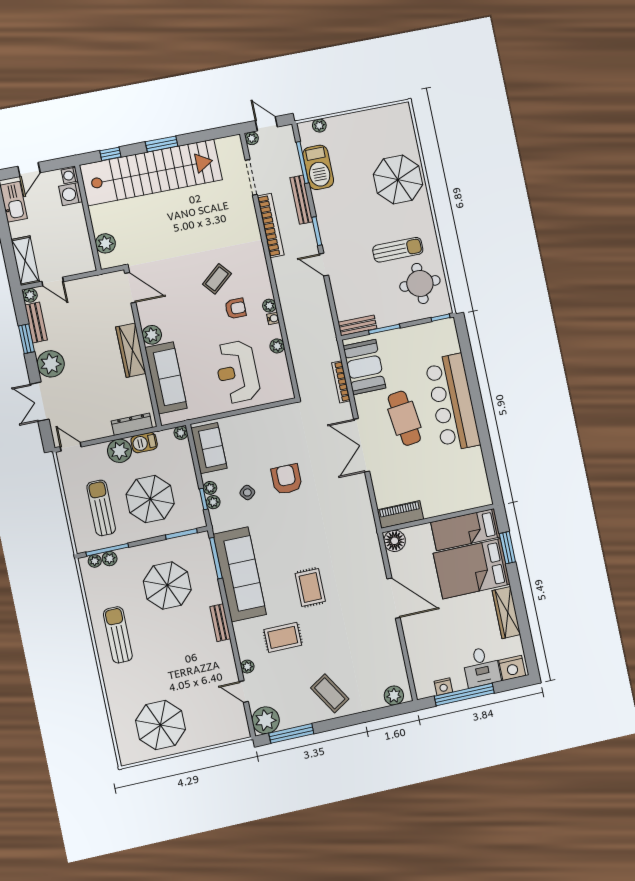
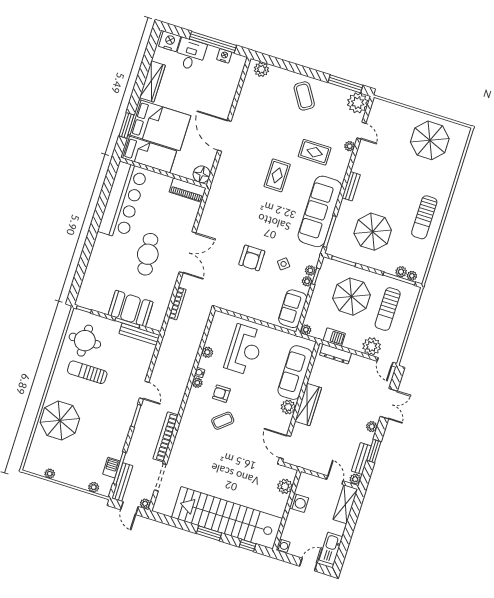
plant: (376, 114) -> (50, 474), added
barbecue: (318, 167) -> (111, 468), width x0.53, depth x0.65
washing machine: (71, 194) -> (299, 503), moved
bench: (301, 200) -> (122, 482), moved
bench: (357, 325) -> (139, 334), width x1.36
plant: (51, 364) -> (372, 427), width x0.53, depth x0.53
booth: (364, 367) -> (131, 308), moved, turned 90
bar counter: (453, 403) -> (123, 201), moved
plant: (120, 451) -> (372, 346), moved

